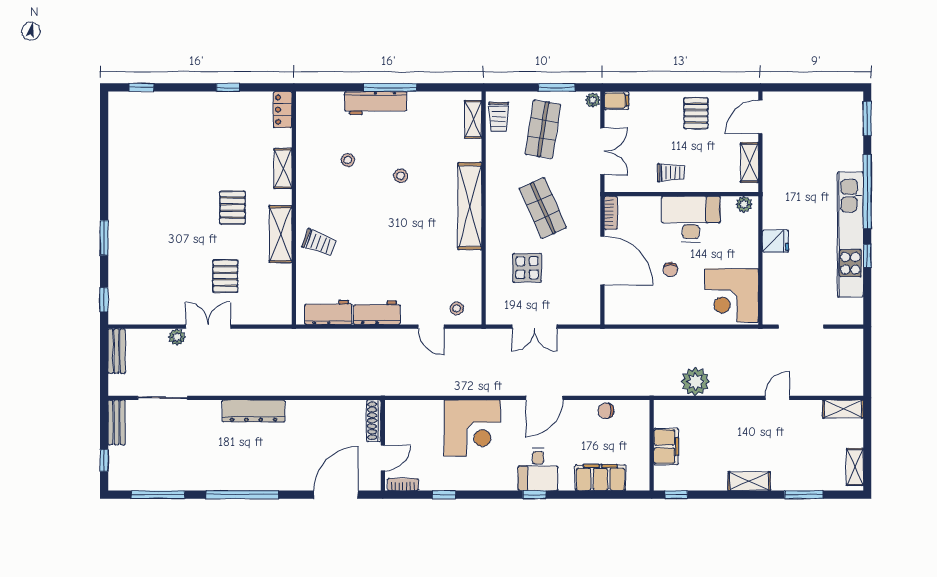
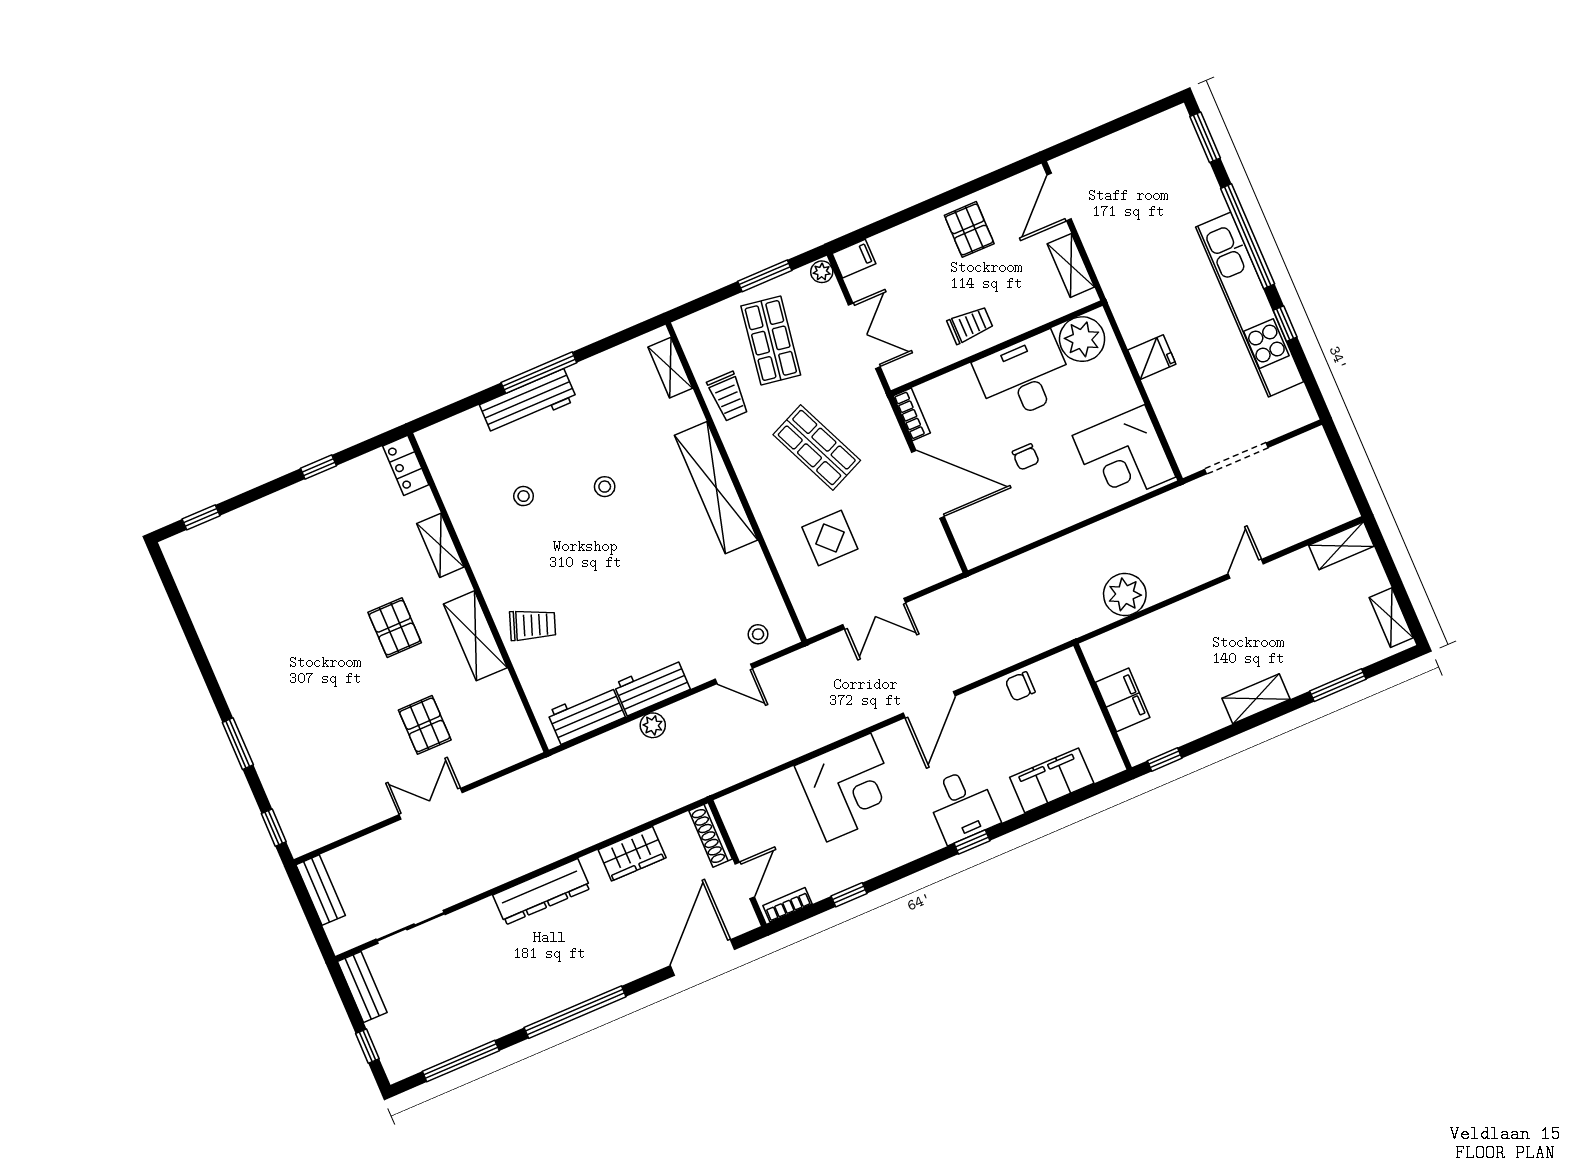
trolley: (499, 117) -> (728, 396), moved
plant: (744, 204) -> (1082, 339), width x1.88, depth x1.88
plant: (177, 337) -> (653, 725), moved
wardrobe: (320, 411) -> (632, 854), added

